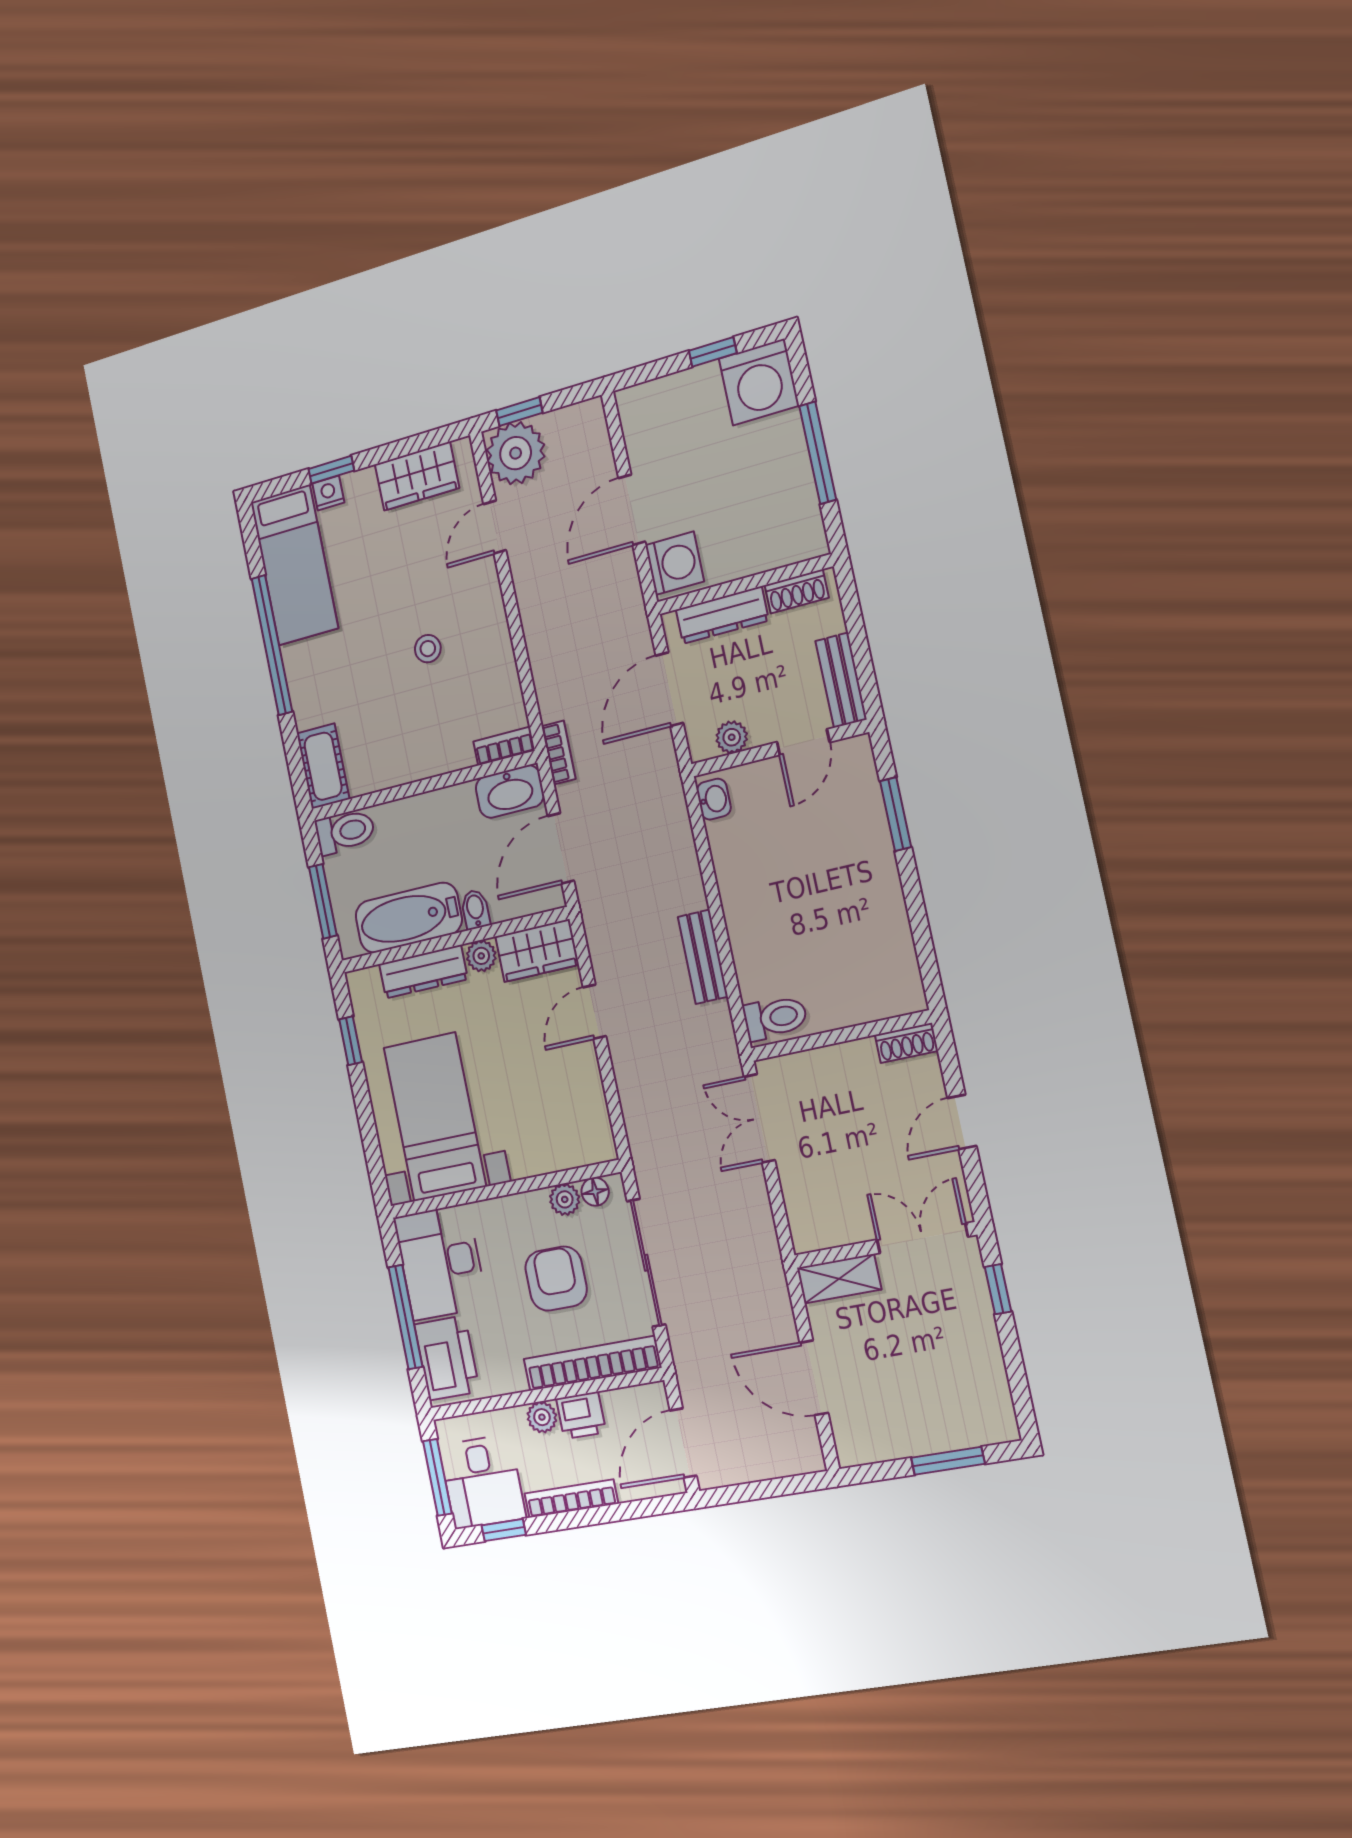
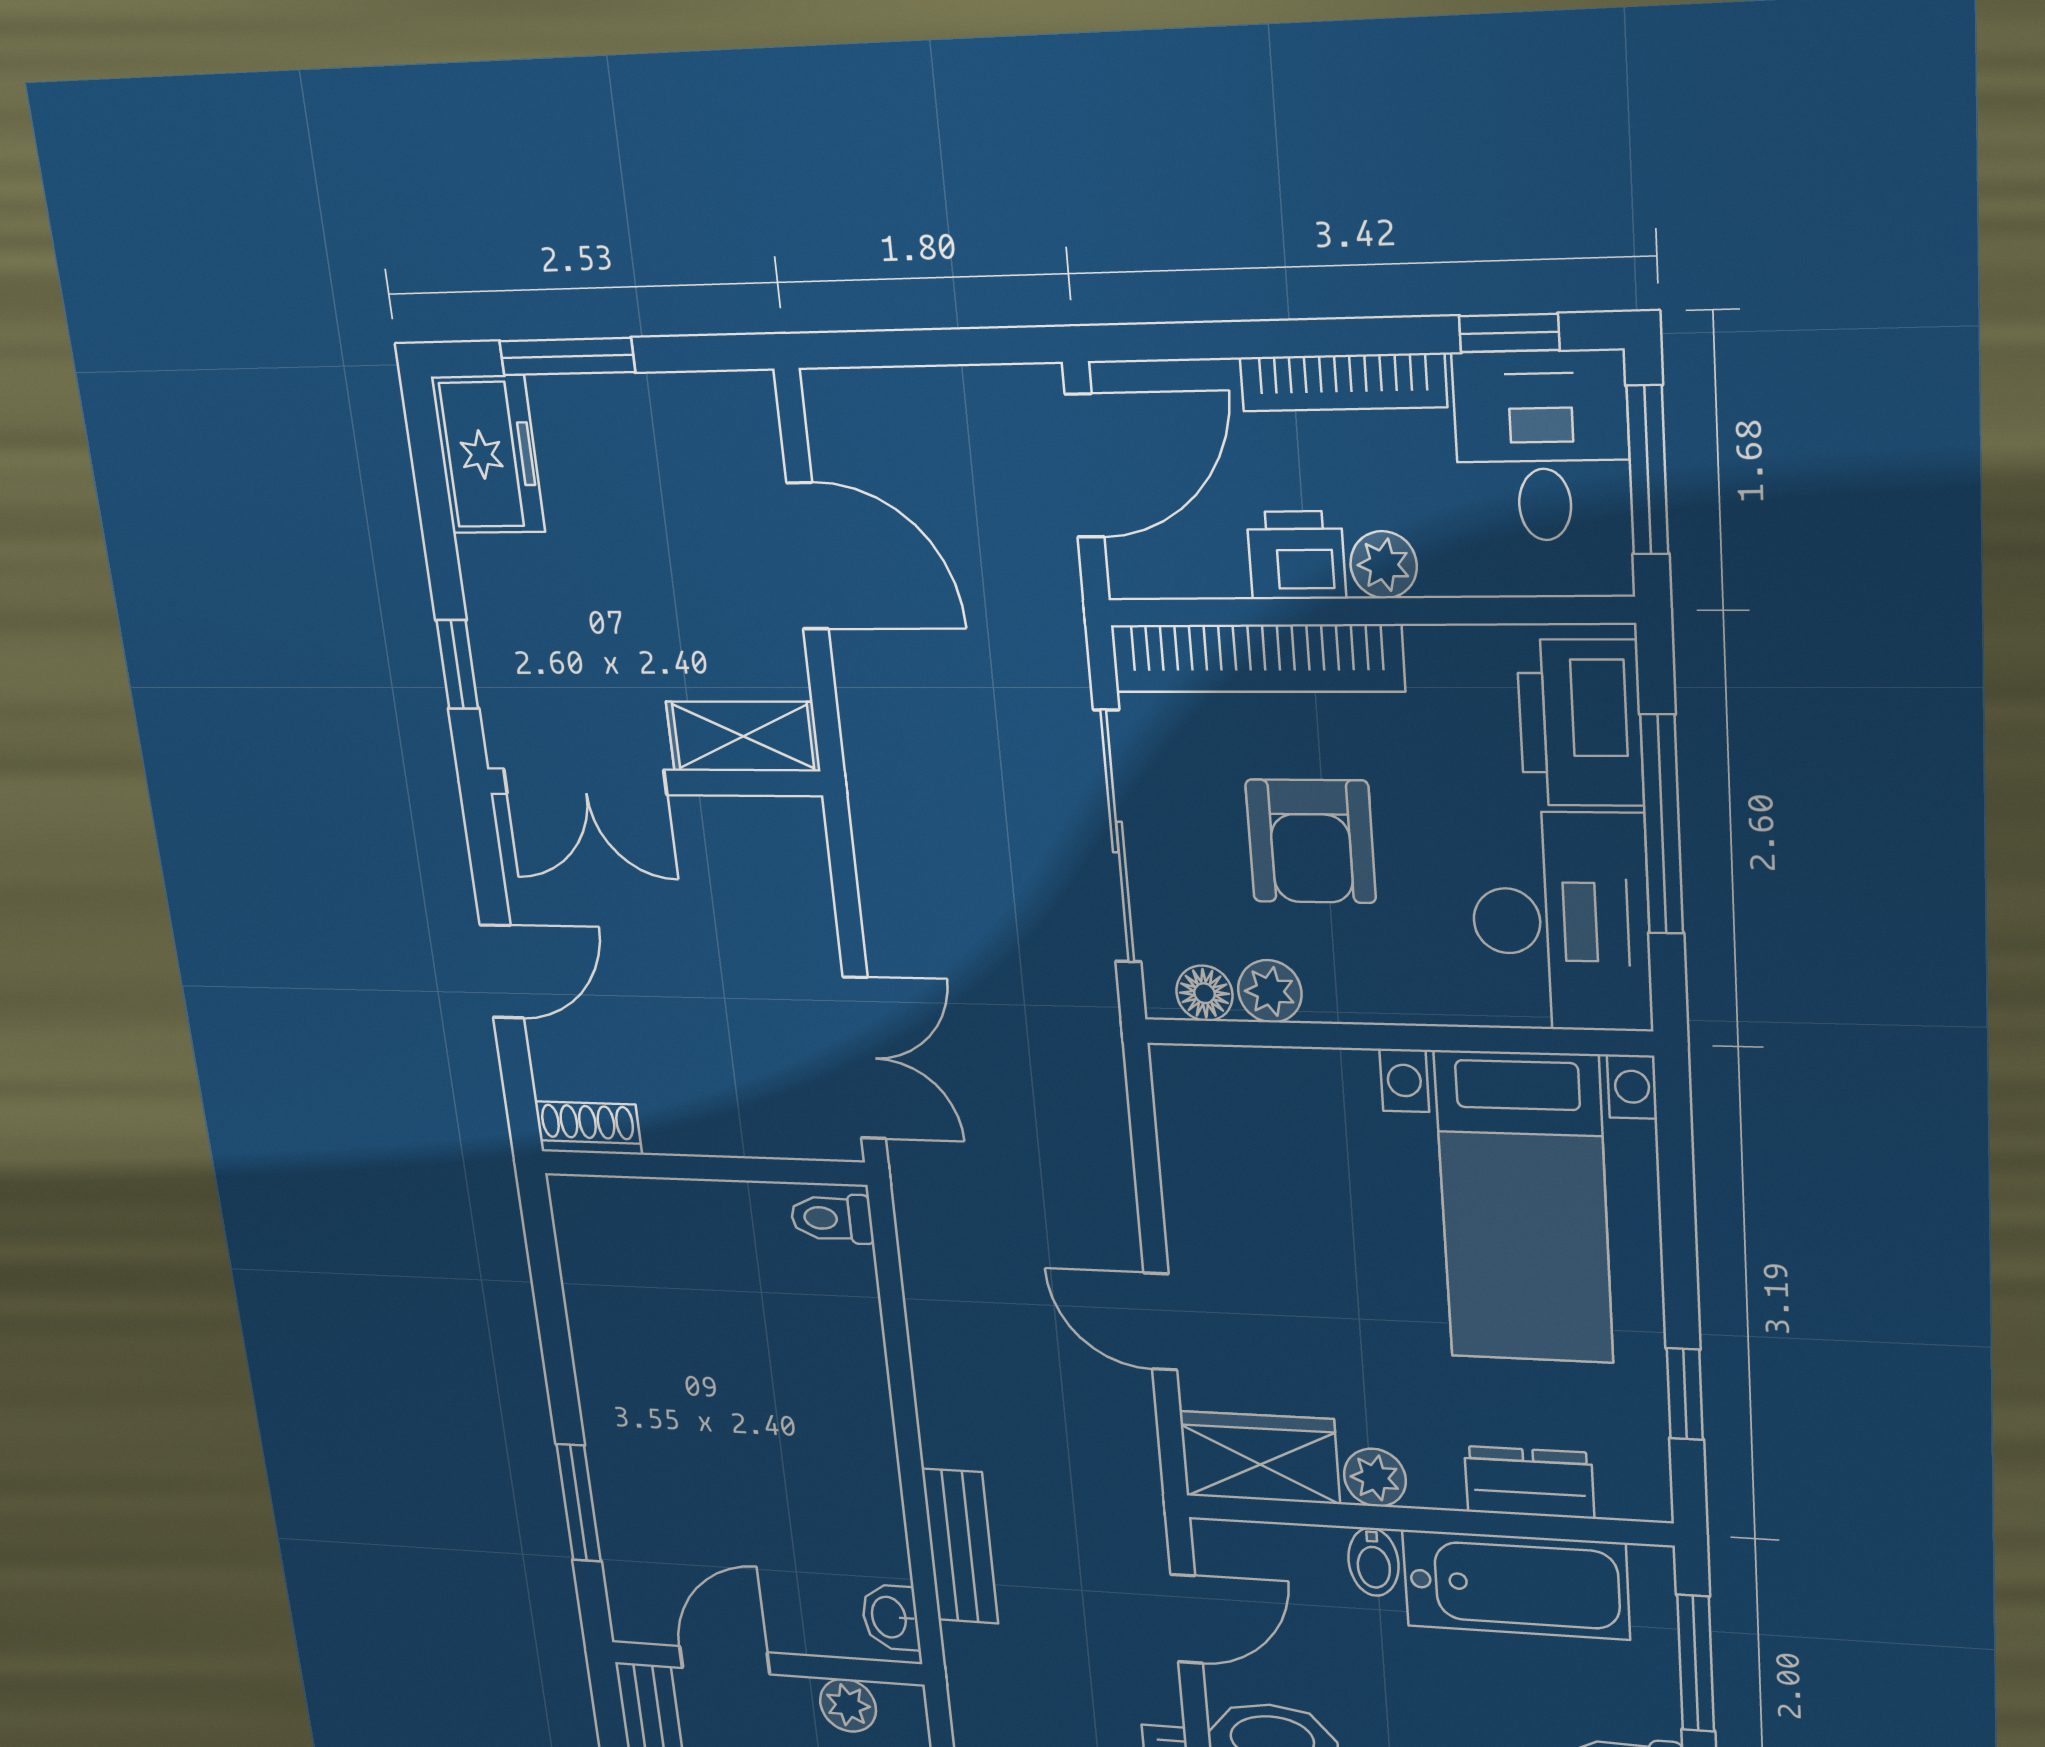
door: (561, 848) -> (1187, 1619), width x0.73
bench: (703, 957) -> (960, 1546), moved
dresser: (423, 972) -> (1529, 1482), width x0.70
door: (595, 1012) -> (1160, 1322), swing flipped
toilet: (775, 1018) -> (832, 1218), width x0.73, depth x0.72
freezer: (988, 1404) -> (488, 454), added

